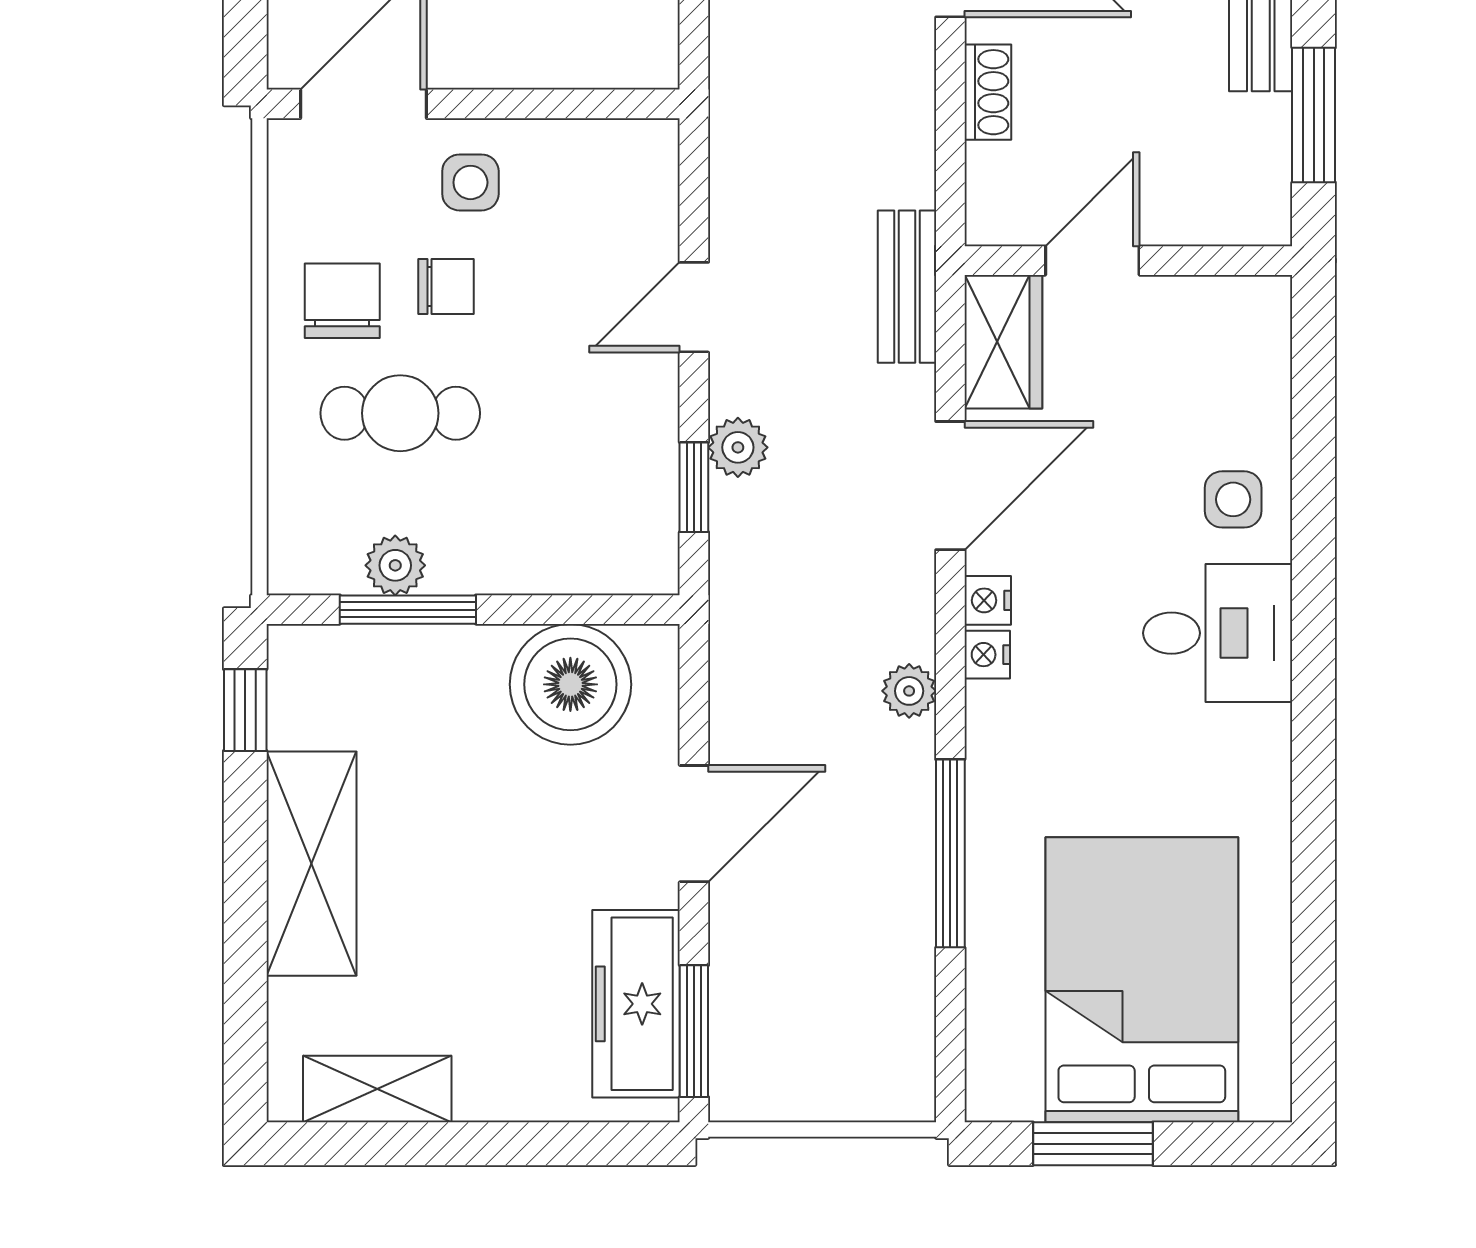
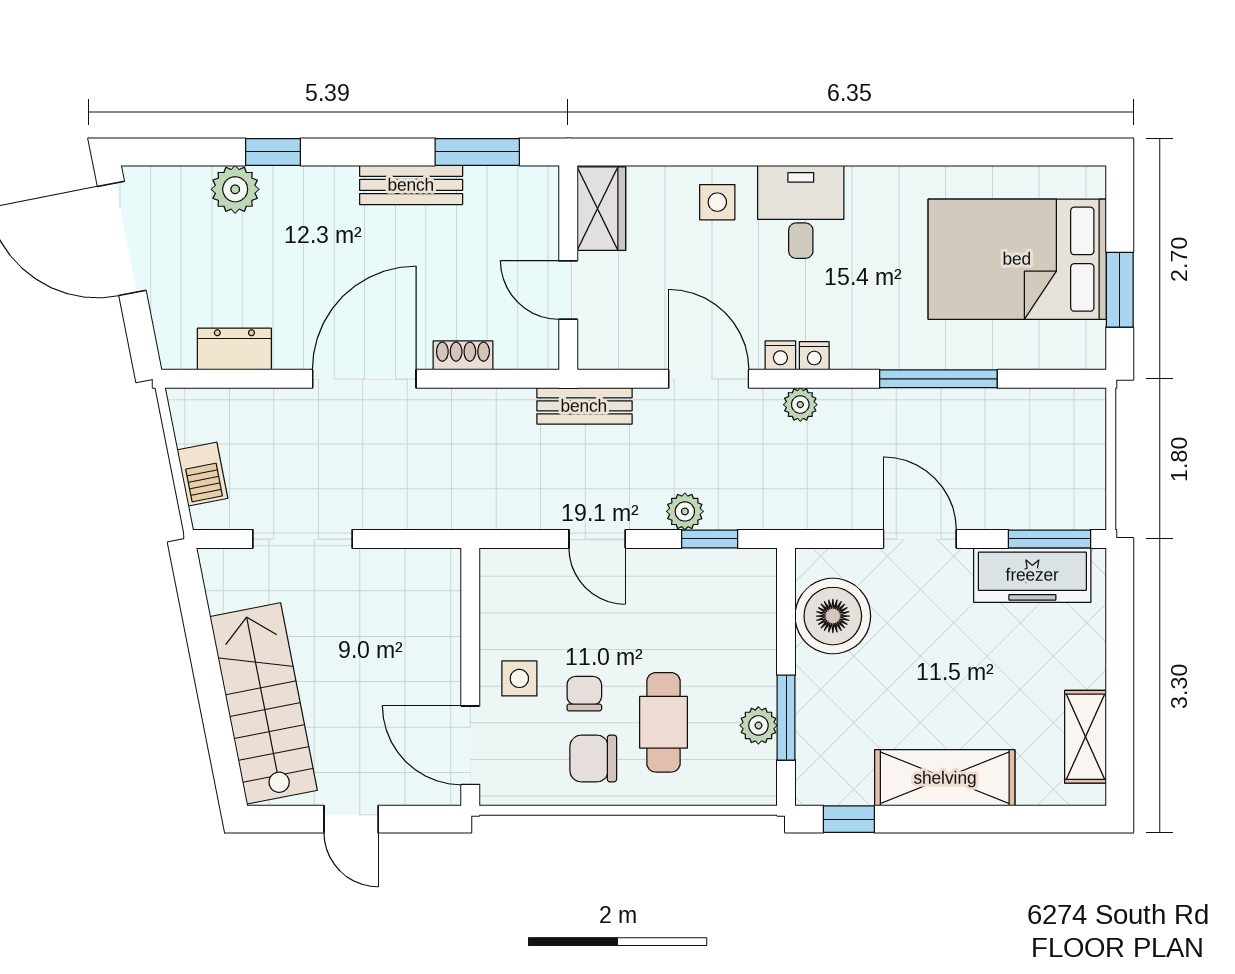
wardrobe: (1003, 342) -> (601, 209), moved, turned 90
plant: (909, 691) -> (800, 405), moved

